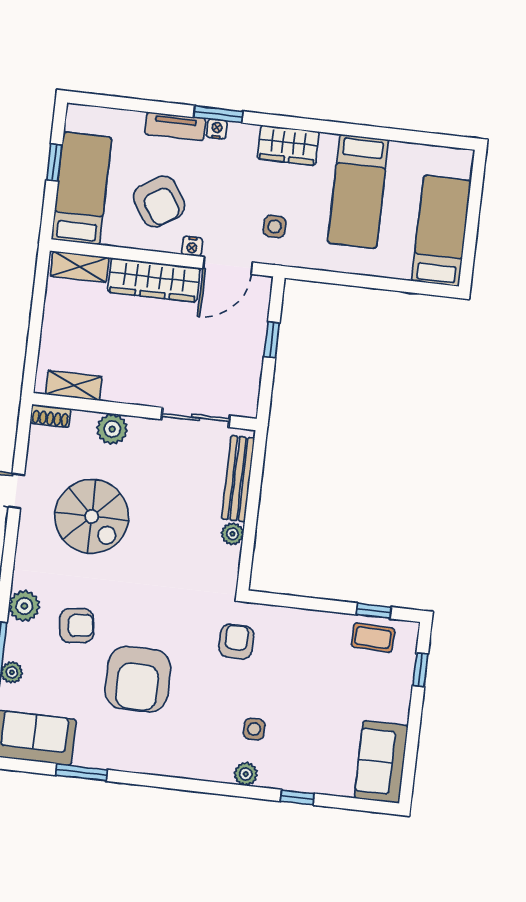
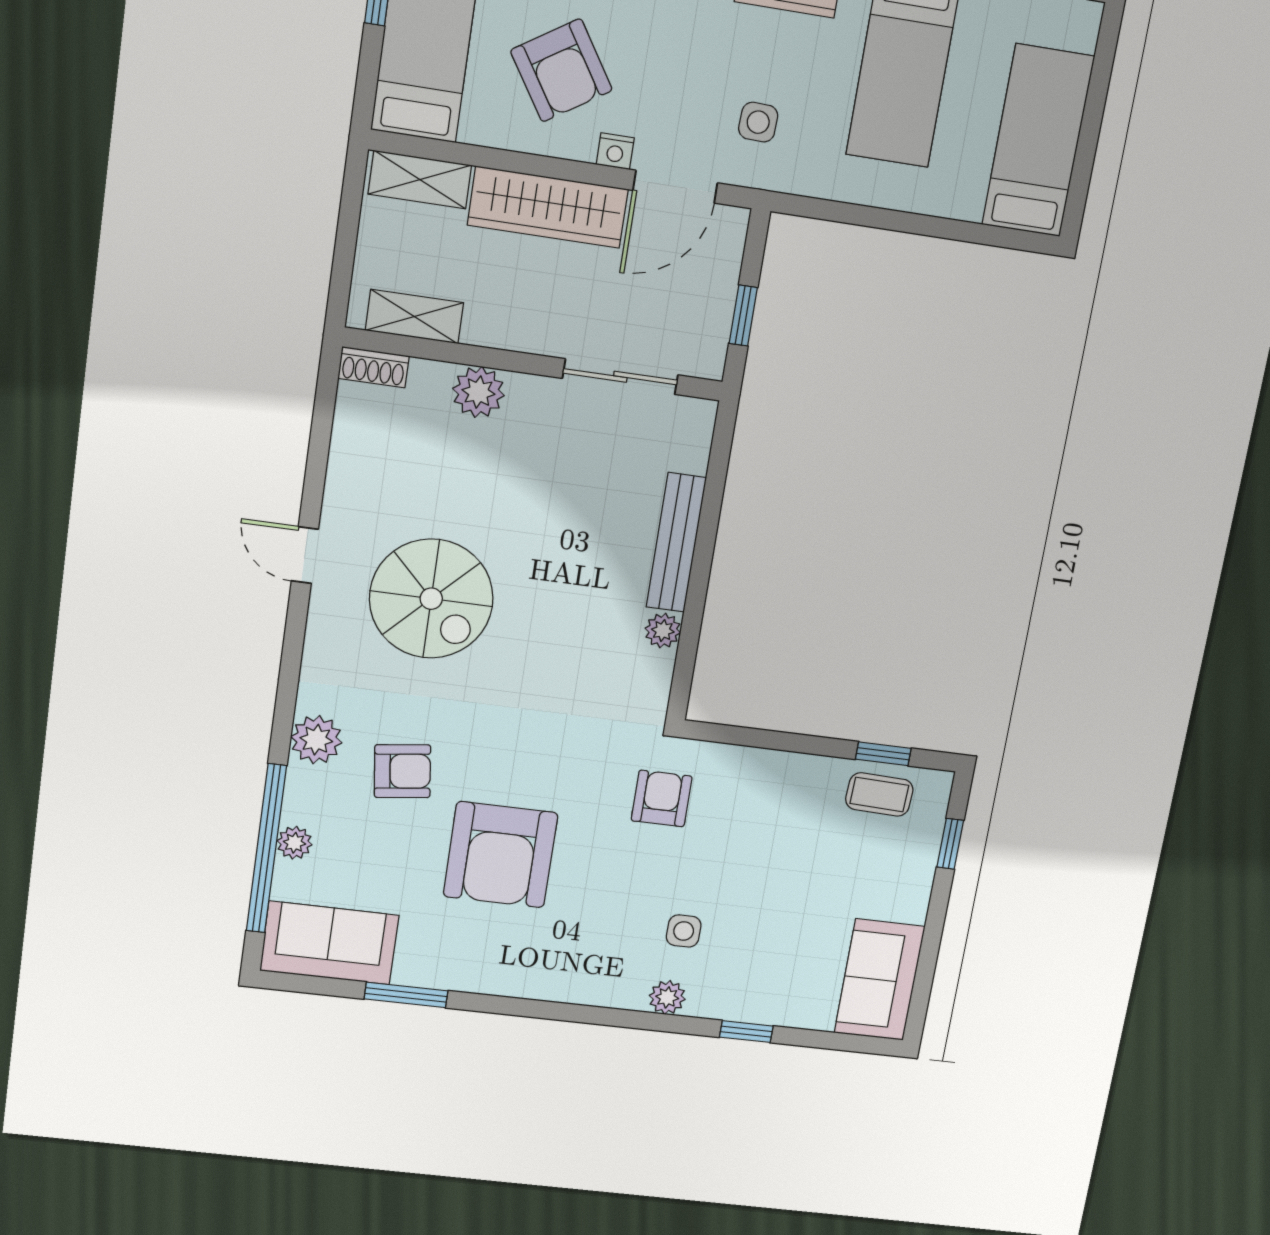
shelving: (74, 385) -> (414, 317), moved
wall: (144, 412) -> (534, 364), moved
shoe rack: (50, 416) -> (374, 367), moved
sliding door: (196, 417) -> (620, 377), moved
plant: (112, 429) -> (478, 392), moved

